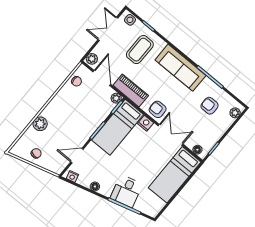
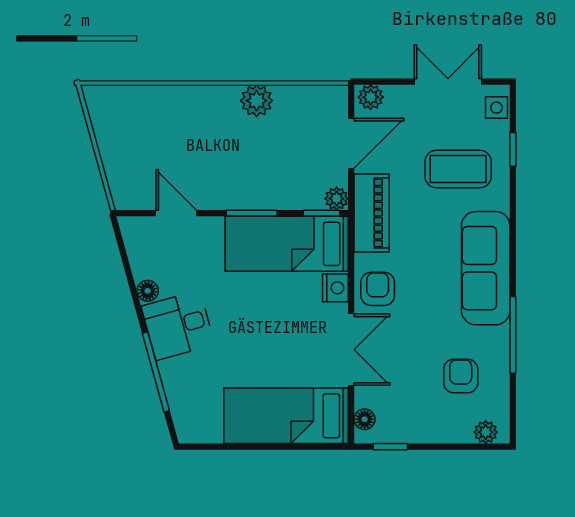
chair: (77, 81) -> (308, 103), removed
plant: (40, 124) -> (257, 101), moved
chair: (36, 153) -> (120, 137), removed
nightstand: (72, 176) -> (132, 236), removed
desk: (126, 191) -> (178, 325), moved

